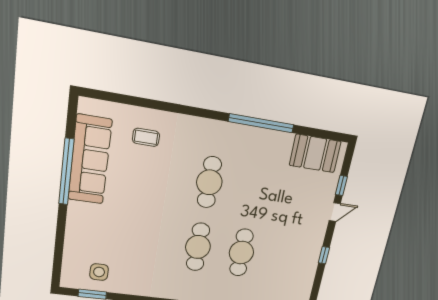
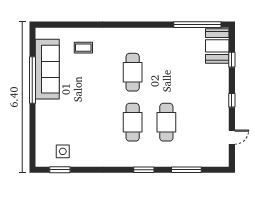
window: (261, 123) -> (197, 25), moved
booth: (315, 153) -> (217, 46), moved, turned 90
door: (335, 212) -> (232, 137), moved
window: (324, 255) -> (232, 100), moved

